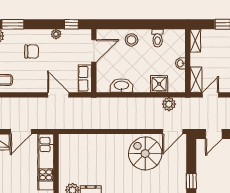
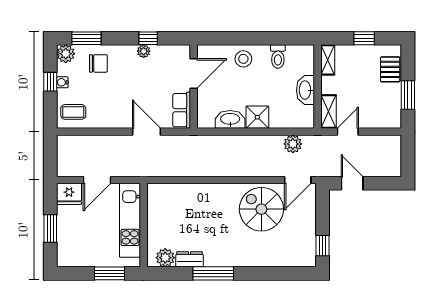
window: (71, 24) -> (148, 38), moved
chair: (32, 52) -> (98, 63), moved
washbasin: (181, 63) -> (306, 90), width x1.91, depth x1.45
shower: (159, 84) -> (257, 117), moved
door: (214, 134) -> (352, 183), swing flipped

